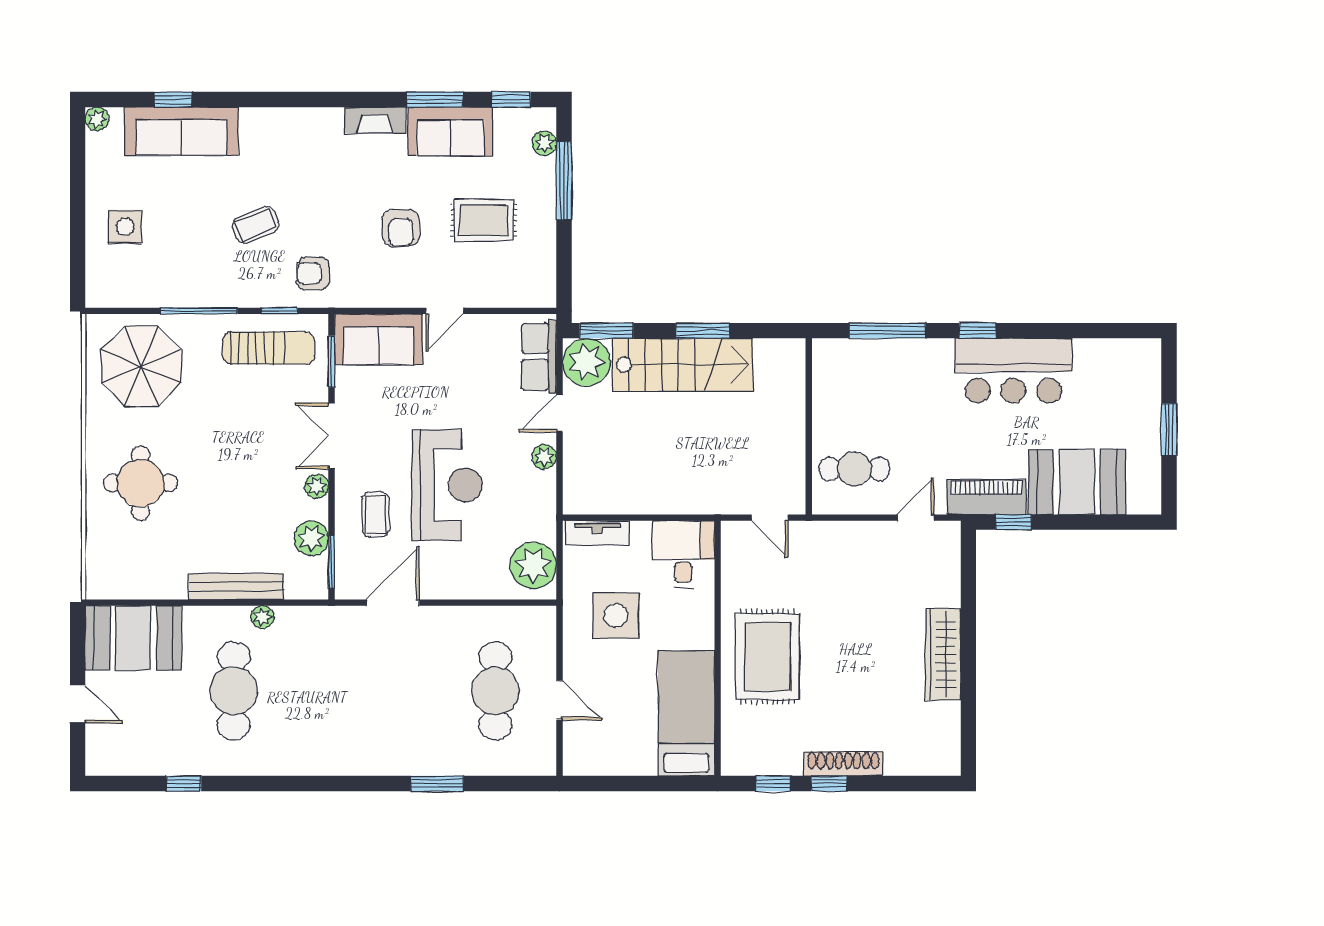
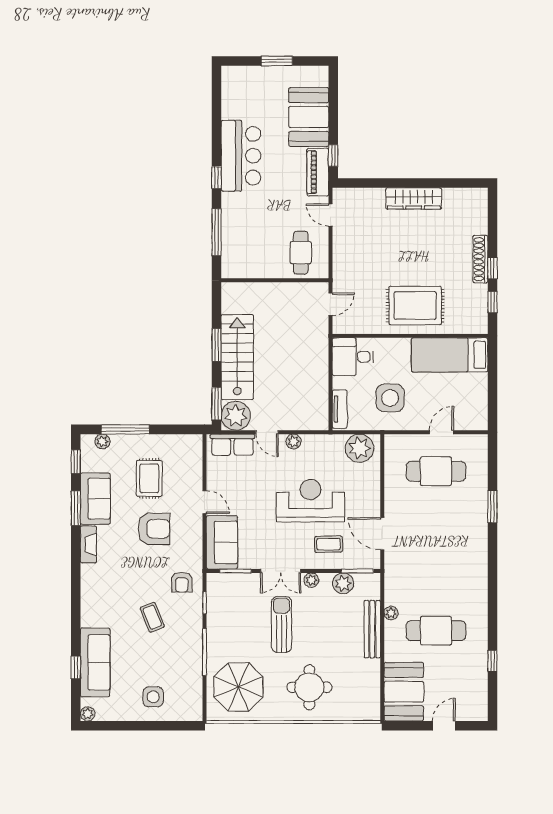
armchair: (401, 228) -> (154, 529), width x1.38, depth x1.38
sun lounger: (269, 348) -> (281, 624), moved

